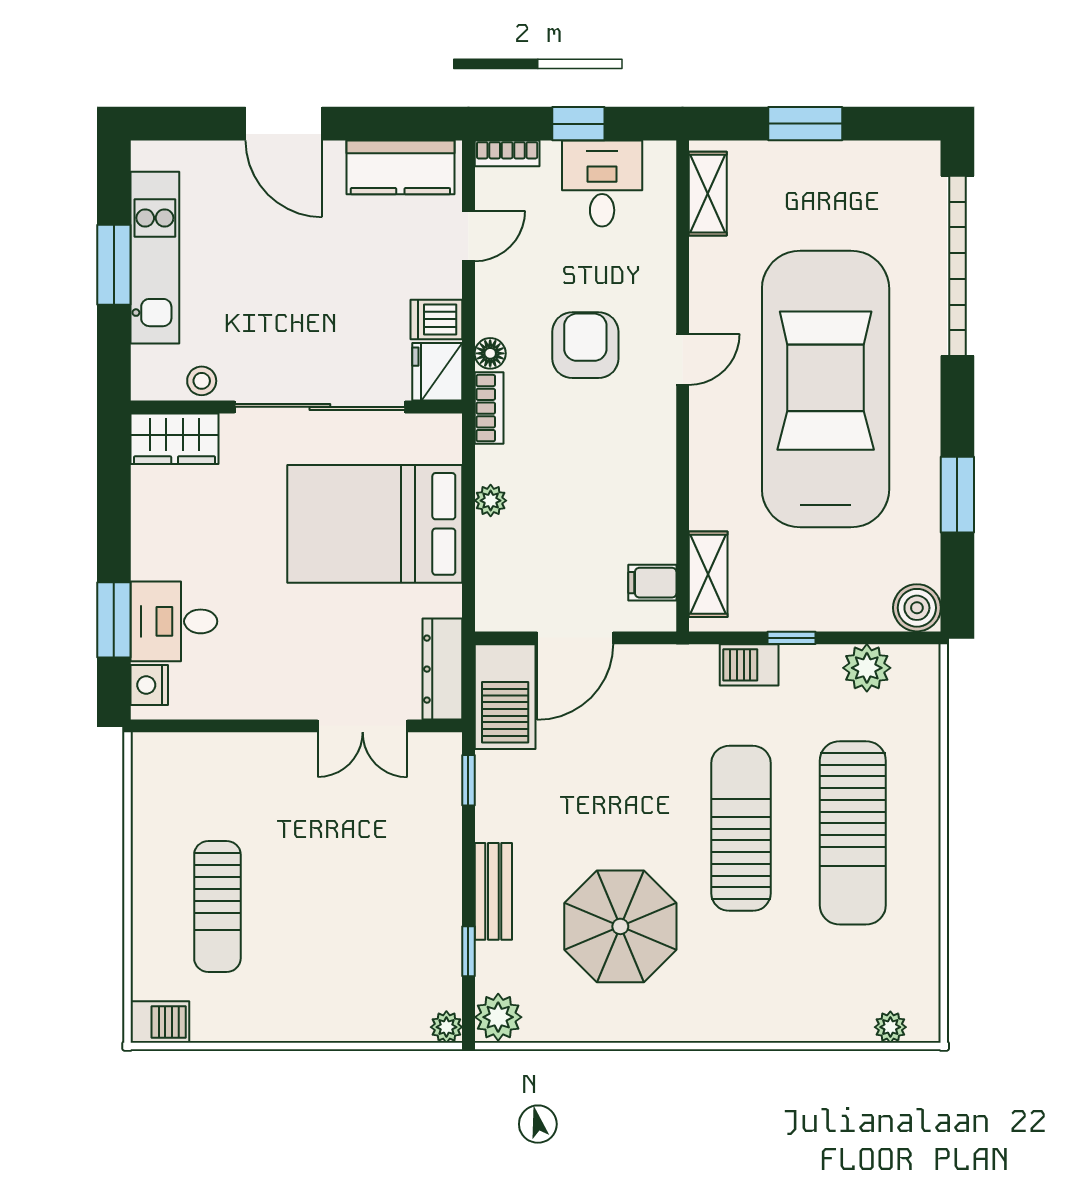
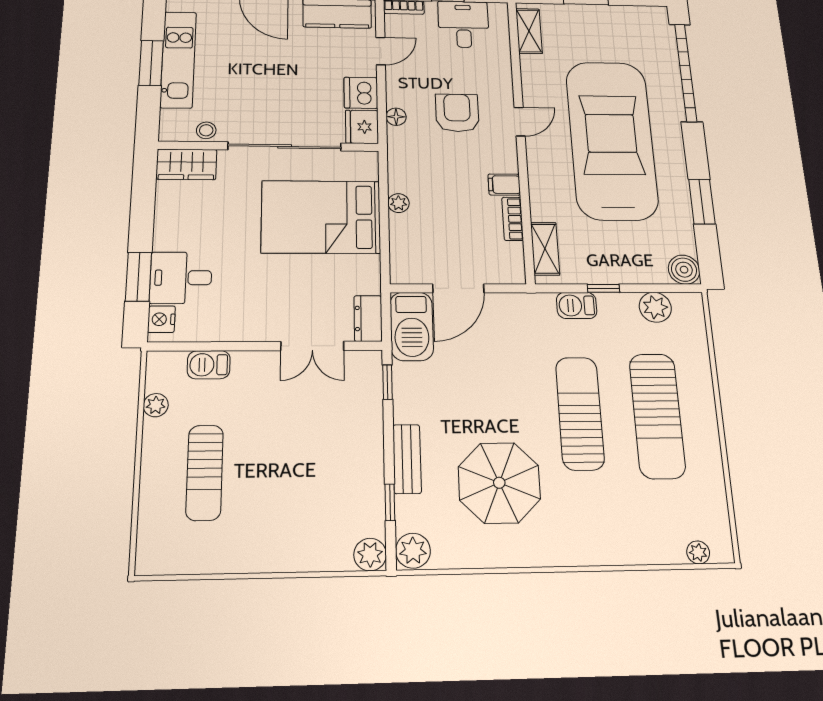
dishwasher: (436, 319) -> (361, 93), width x1.38
bookcase: (489, 408) -> (513, 219), moved, turned 180
filing cabinet: (652, 583) -> (504, 185), moved
dresser: (442, 669) -> (368, 318), width x0.70
plant: (147, 811) -> (156, 405), added
barbecue: (160, 1022) -> (209, 365), moved, turned 180
plant: (446, 1027) -> (370, 555), width x1.38, depth x1.38

